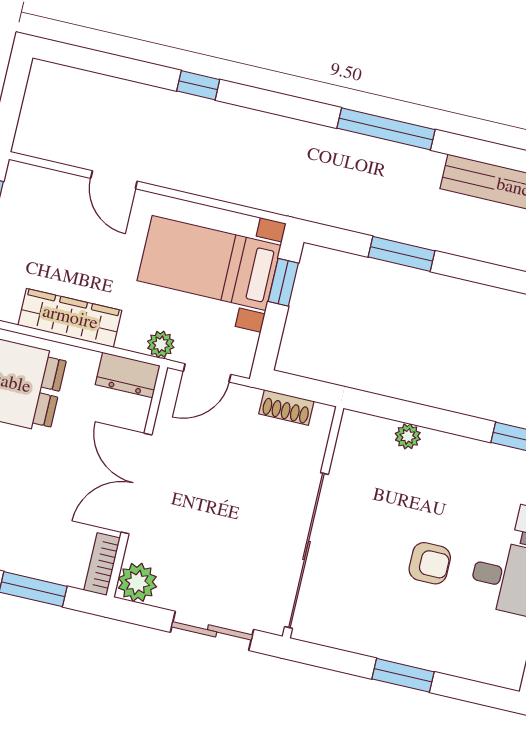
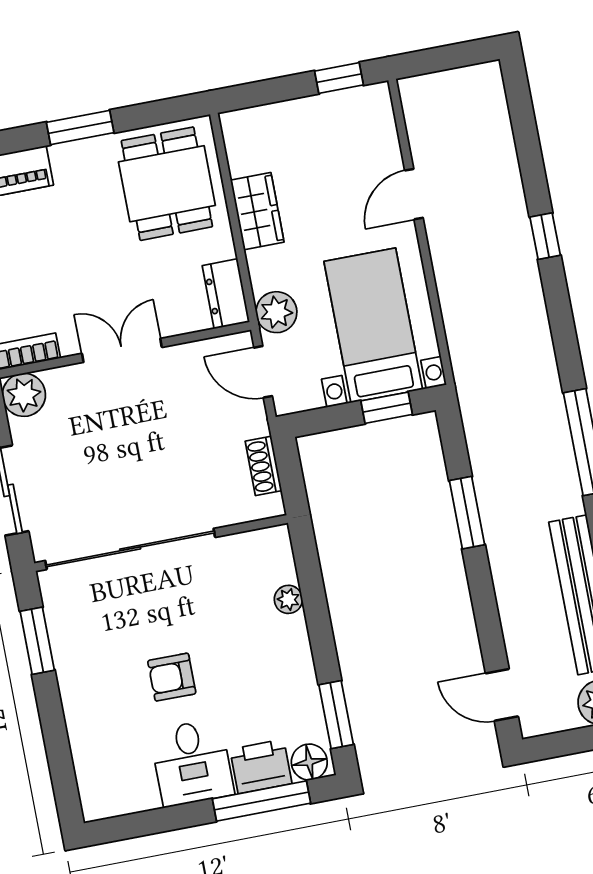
wardrobe: (70, 318) -> (257, 211), width x0.67
plant: (161, 344) -> (276, 312), width x1.38, depth x1.38
double door: (136, 484) -> (122, 350), width x0.73
armchair: (430, 563) -> (172, 677), turned 90
window: (403, 675) -> (37, 641), moved

